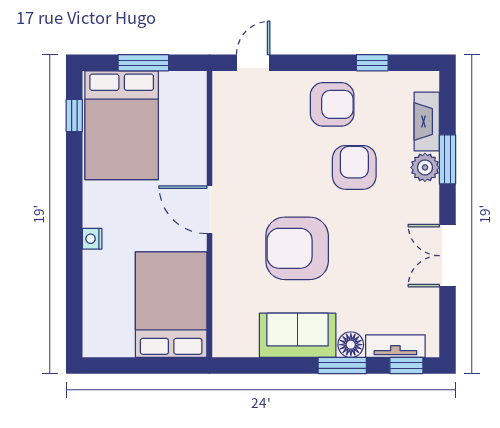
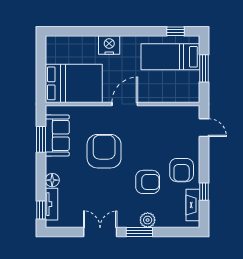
fireplace: (427, 122) -> (193, 205), moved, turned -90
bed: (122, 125) -> (170, 57), width x0.67
window: (447, 159) -> (139, 232), moved
nightstand: (92, 239) -> (109, 45), width x1.89, depth x1.79
sofa: (298, 335) -> (57, 135), moved
window: (342, 366) -> (41, 139), moved

